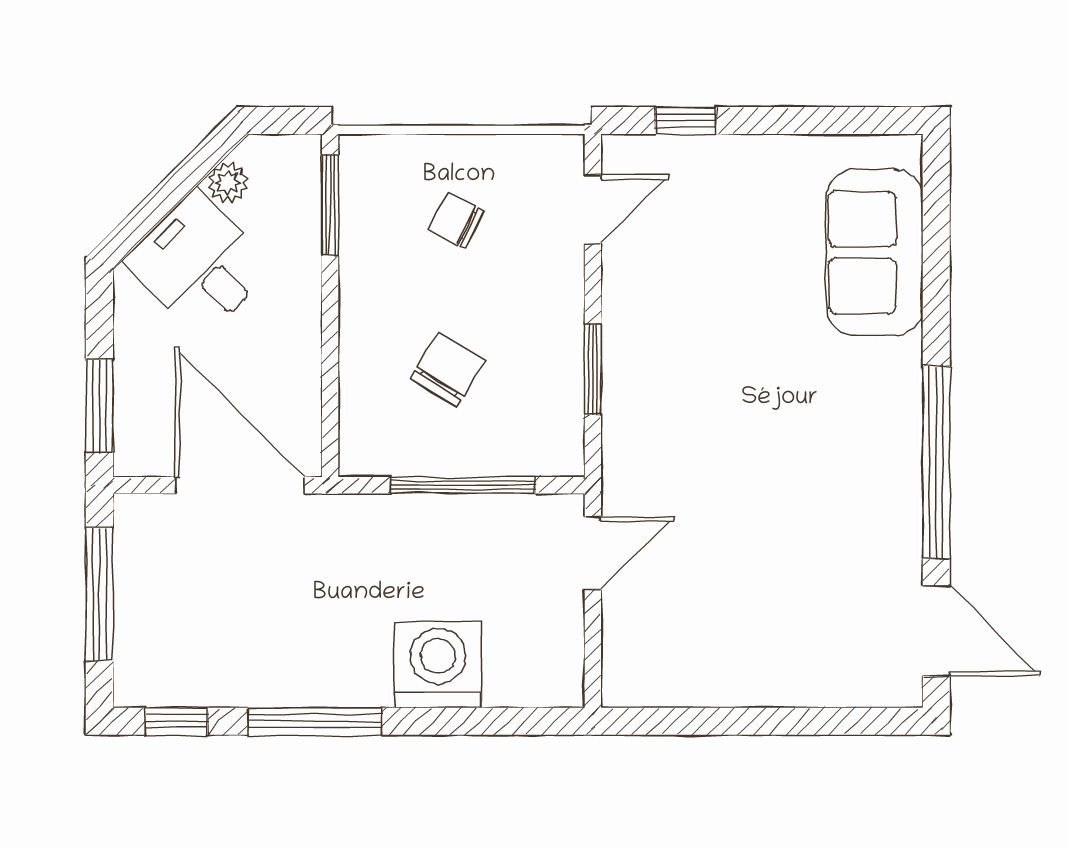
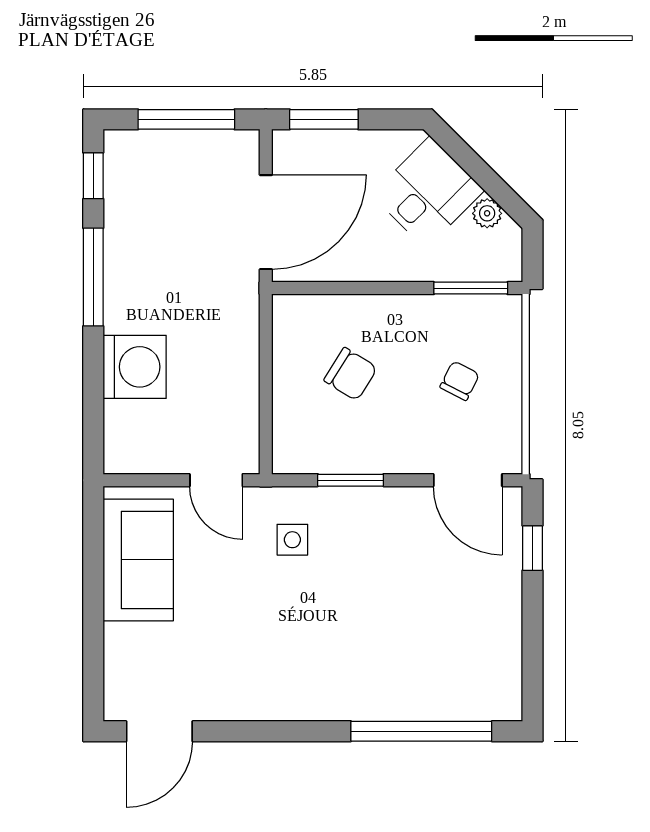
door: (593, 209) -> (468, 480), width x1.38
sofa: (875, 252) -> (138, 560), moved, turned 90
side table: (674, 449) -> (292, 540), added
window: (936, 462) -> (421, 731), moved
window: (463, 485) -> (266, 385), removed

